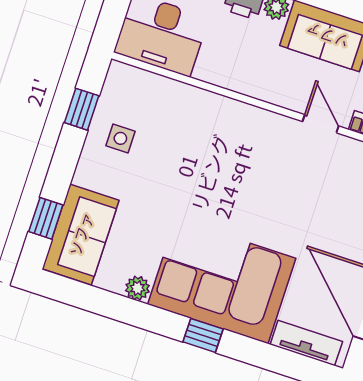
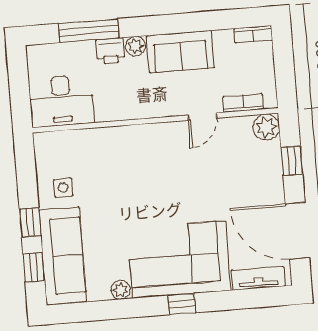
window: (82, 109) -> (30, 222), moved
door: (321, 124) -> (202, 117), swing flipped
sofa: (81, 234) -> (63, 256), width x1.36

